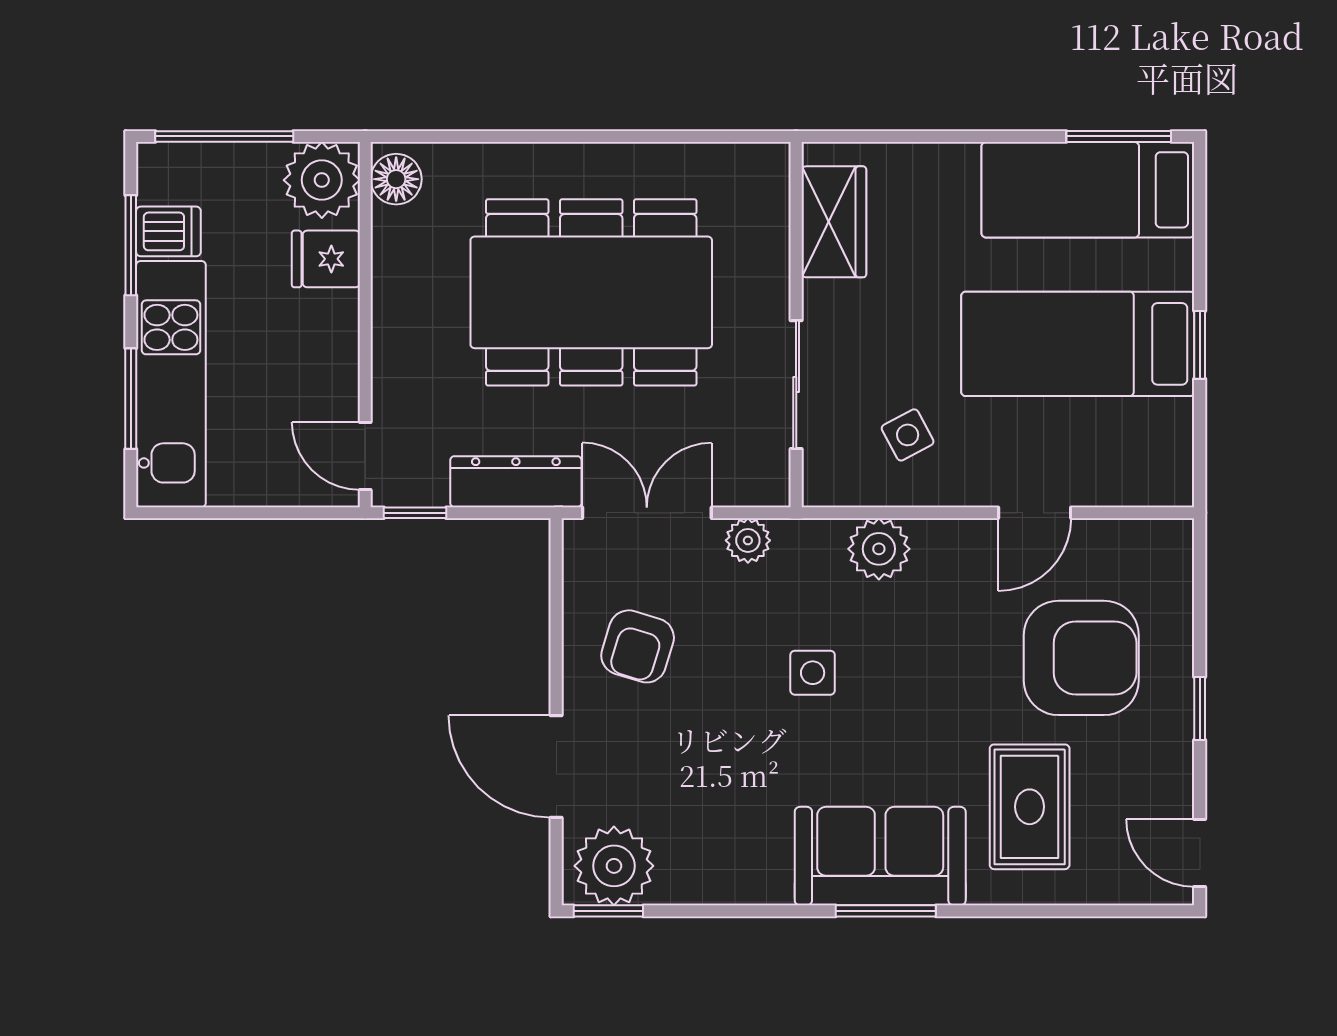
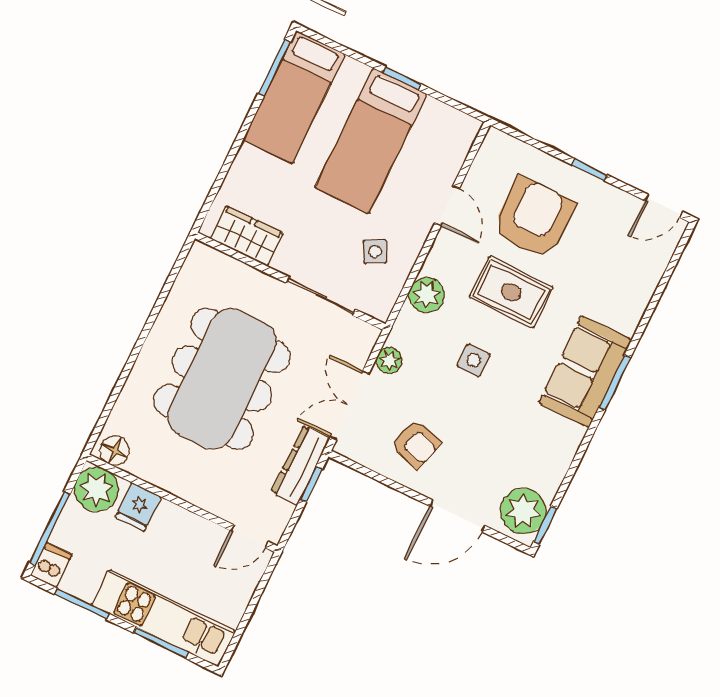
dishwasher: (168, 231) -> (51, 565), moved
window: (415, 513) -> (311, 484), moved
rug: (1030, 807) -> (511, 292), moved

